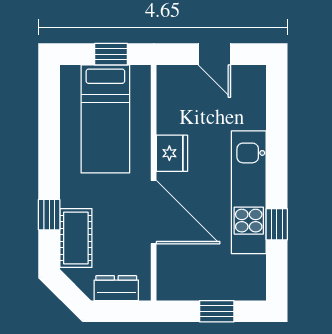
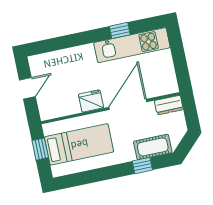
kitchen unit: (249, 192) -> (132, 45), moved
dresser: (116, 288) -> (169, 105), moved, turned -90
window: (217, 311) -> (178, 55), removed

